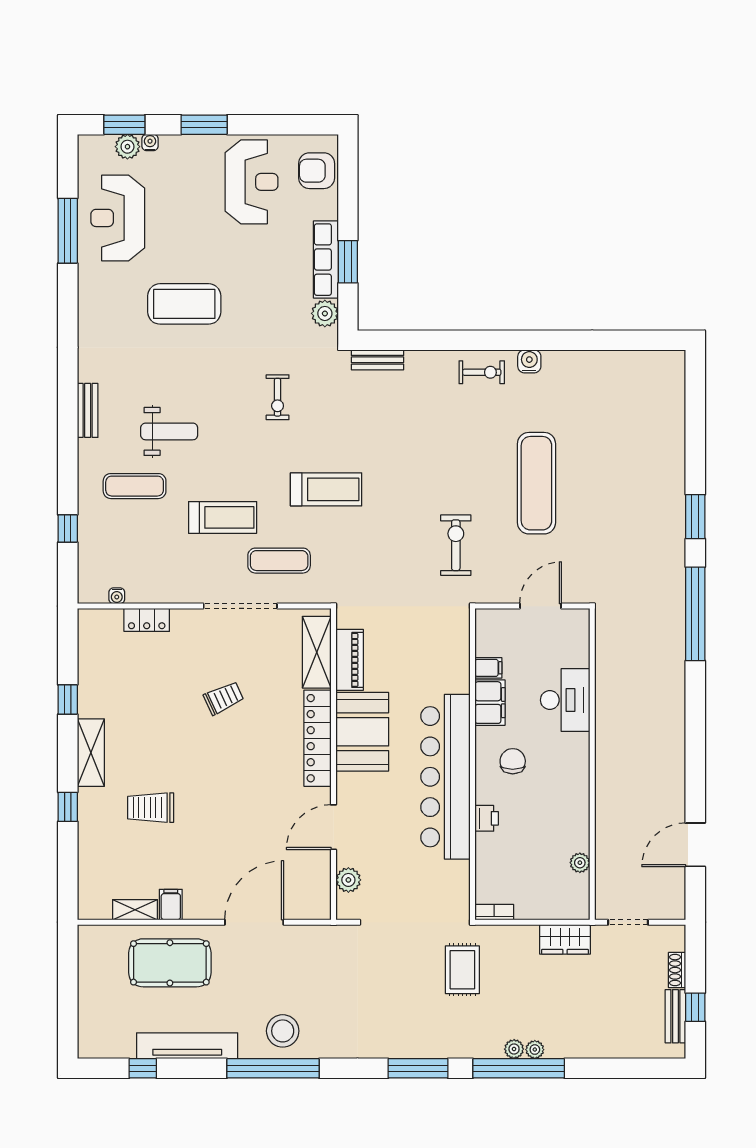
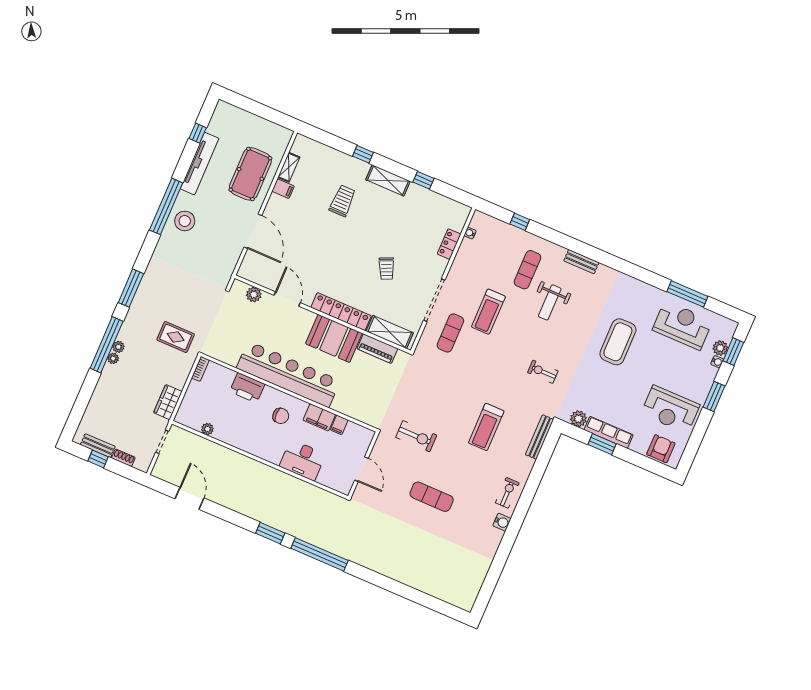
bench: (377, 360) -> (540, 437), width x1.36
exercise bike: (482, 372) -> (507, 493), turned 180
exercise mat: (536, 483) -> (432, 497), width x0.73, depth x0.69
treadmill: (326, 489) -> (486, 427), moved
window: (695, 517) -> (270, 533), moved
printer: (487, 818) -> (247, 388), width x1.87, depth x1.48

